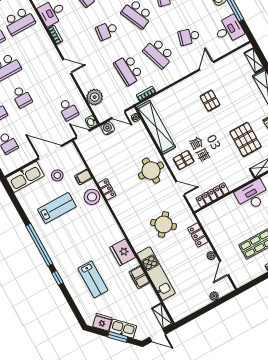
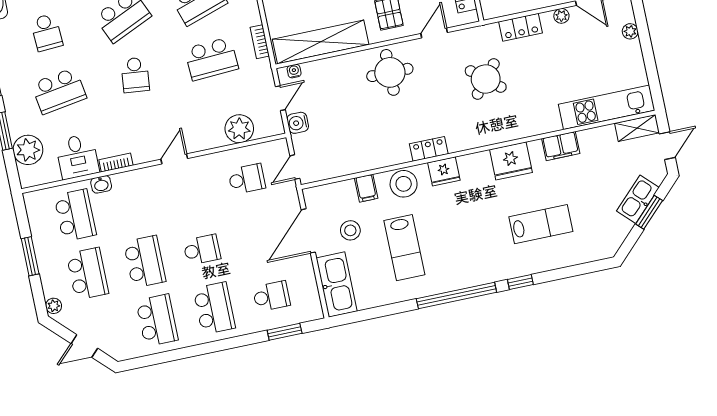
washbasin: (91, 122) -> (101, 184), moved
locker: (107, 189) -> (429, 149), moved
lab bench: (57, 208) -> (404, 248), turned 180
kitchen unit: (156, 274) -> (607, 107), moved
fridge: (102, 322) -> (444, 171), moved, turned -135

